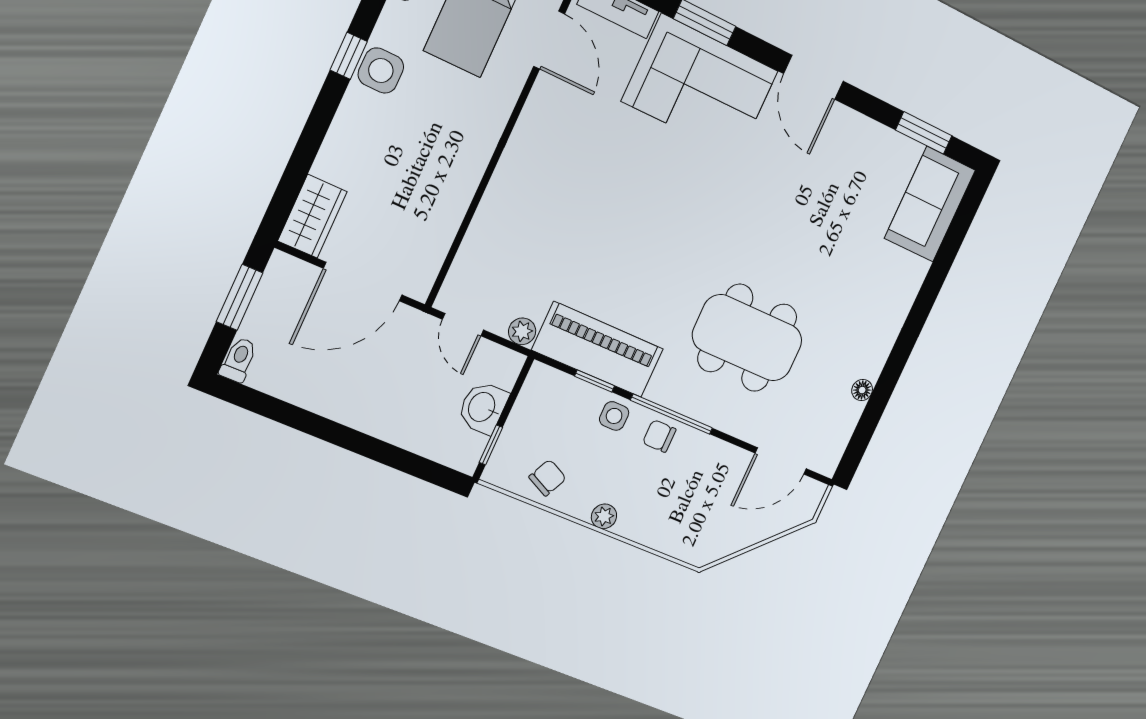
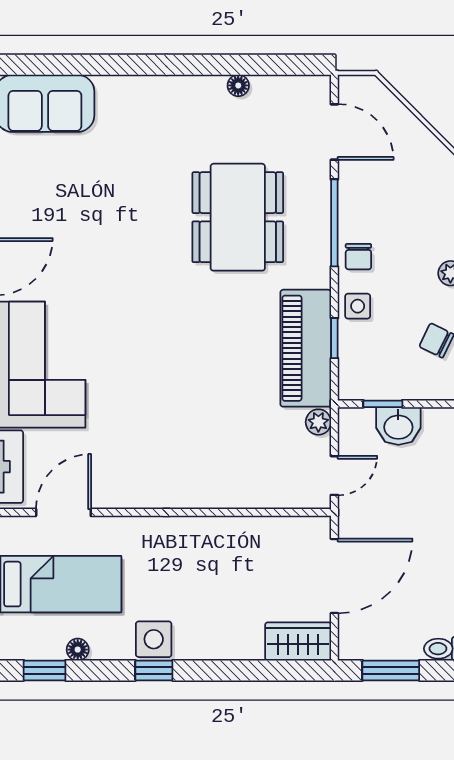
door: (363, 282) -> (334, 576), hinge flipped
window: (672, 414) -> (334, 223), moved
window: (491, 445) -> (383, 404), moved

